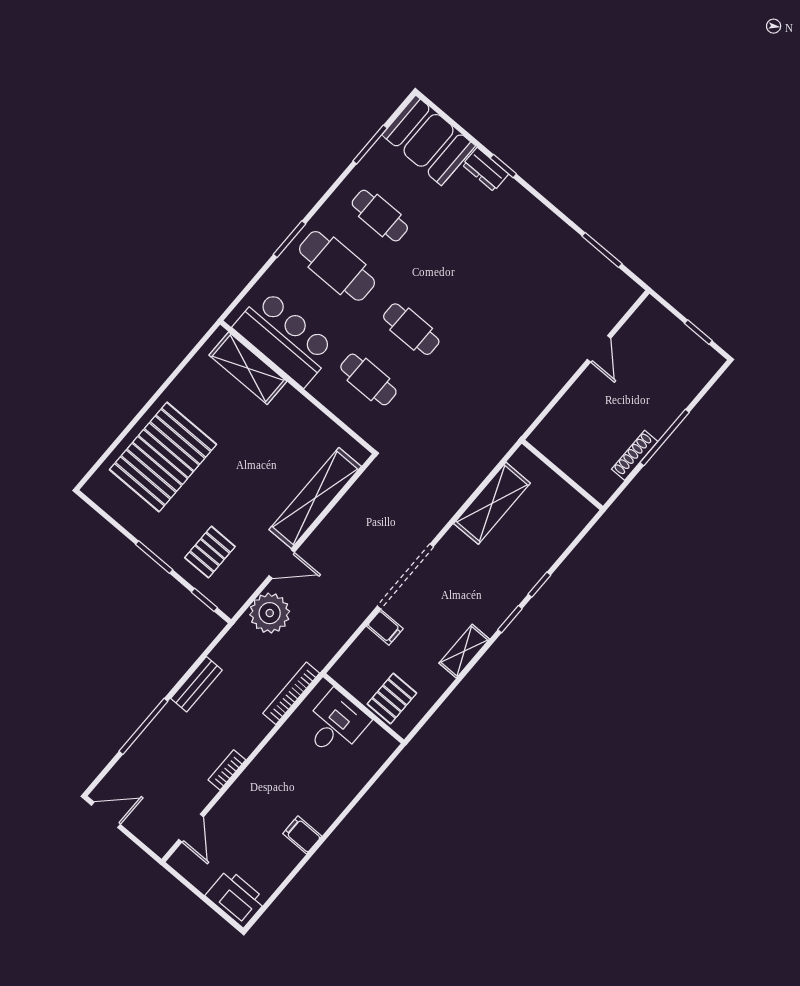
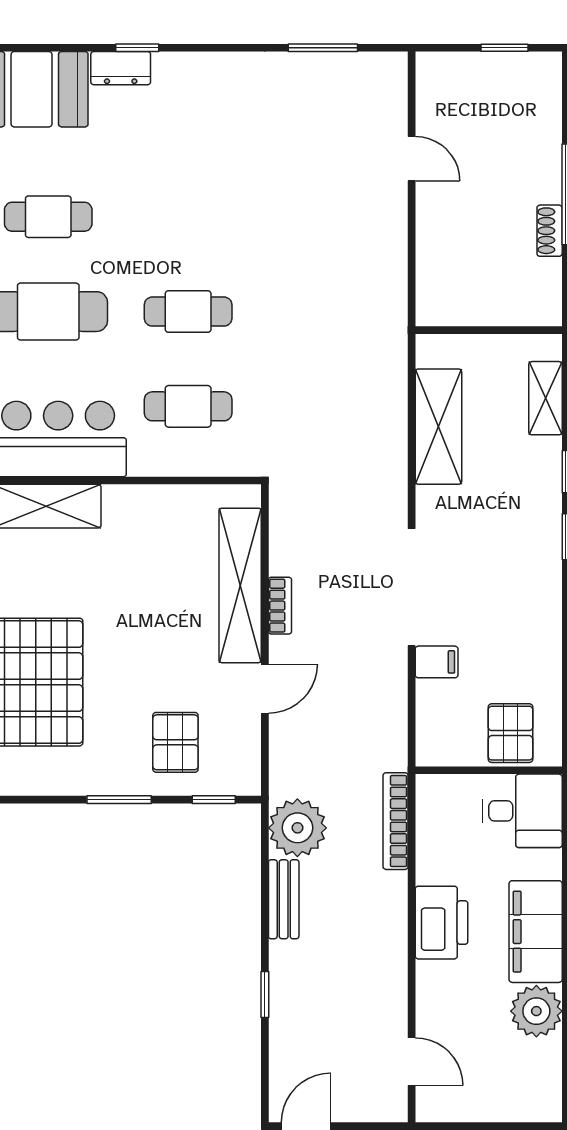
shoe rack: (635, 455) -> (550, 231), width x0.70
plant: (270, 613) -> (297, 828), moved
shelving: (464, 651) -> (545, 398), moved
desk: (335, 724) -> (522, 811), moved, turned 90
window: (143, 726) -> (265, 995), width x0.46
bookcase: (227, 770) -> (280, 606), moved, turned 180
filing cabinet: (302, 835) -> (536, 932), width x3.00, depth x1.17
plant: (280, 858) -> (536, 1011), added
printer: (236, 898) -> (442, 923), moved, turned 90

